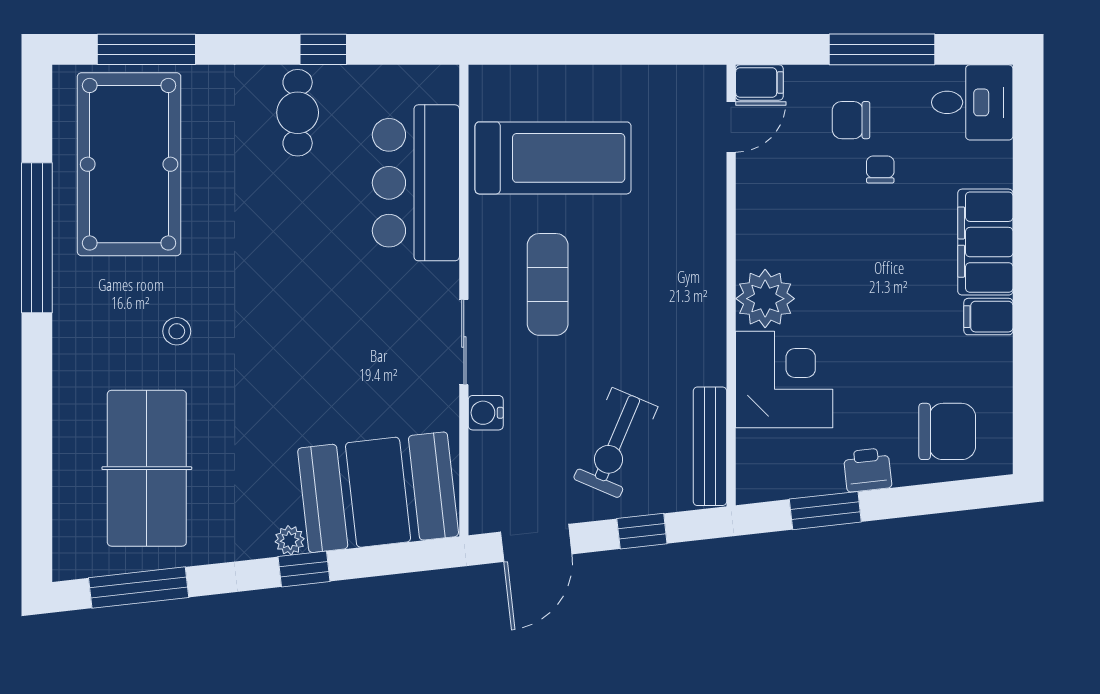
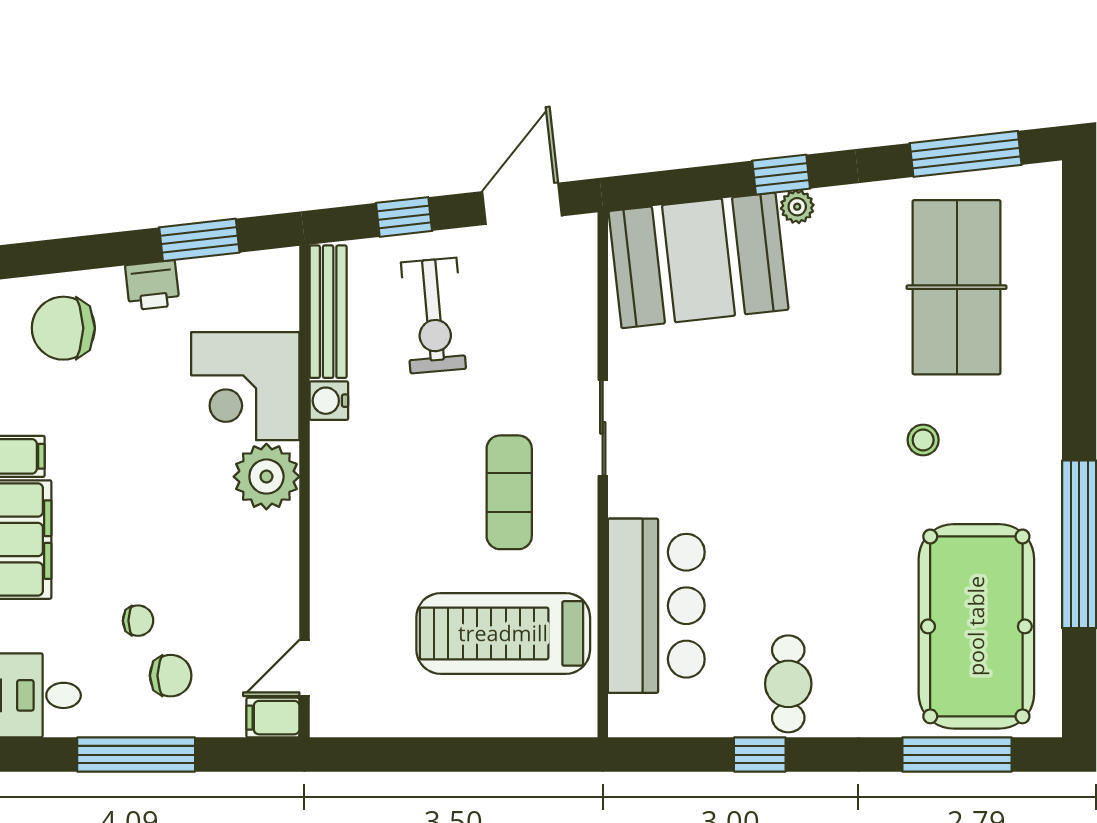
chair: (880, 169) -> (138, 621), turned -90
water cooler: (486, 413) -> (329, 401), moved, turned 180
exercise bike: (616, 443) -> (433, 316), turned 152

